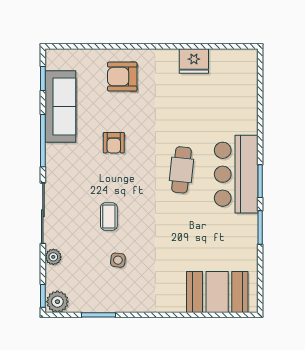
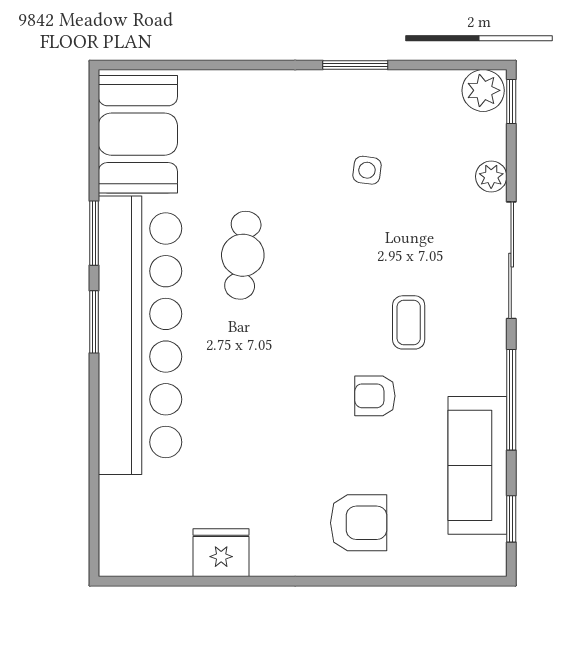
armchair: (114, 143) -> (375, 396), turned -90
cafe table: (182, 170) -> (243, 255), moved
bar counter: (236, 174) -> (140, 335), width x1.86
coffee table: (109, 217) -> (409, 322), moved
booth: (217, 292) -> (138, 134), moved, turned 90
window: (98, 315) -> (355, 65), moved

